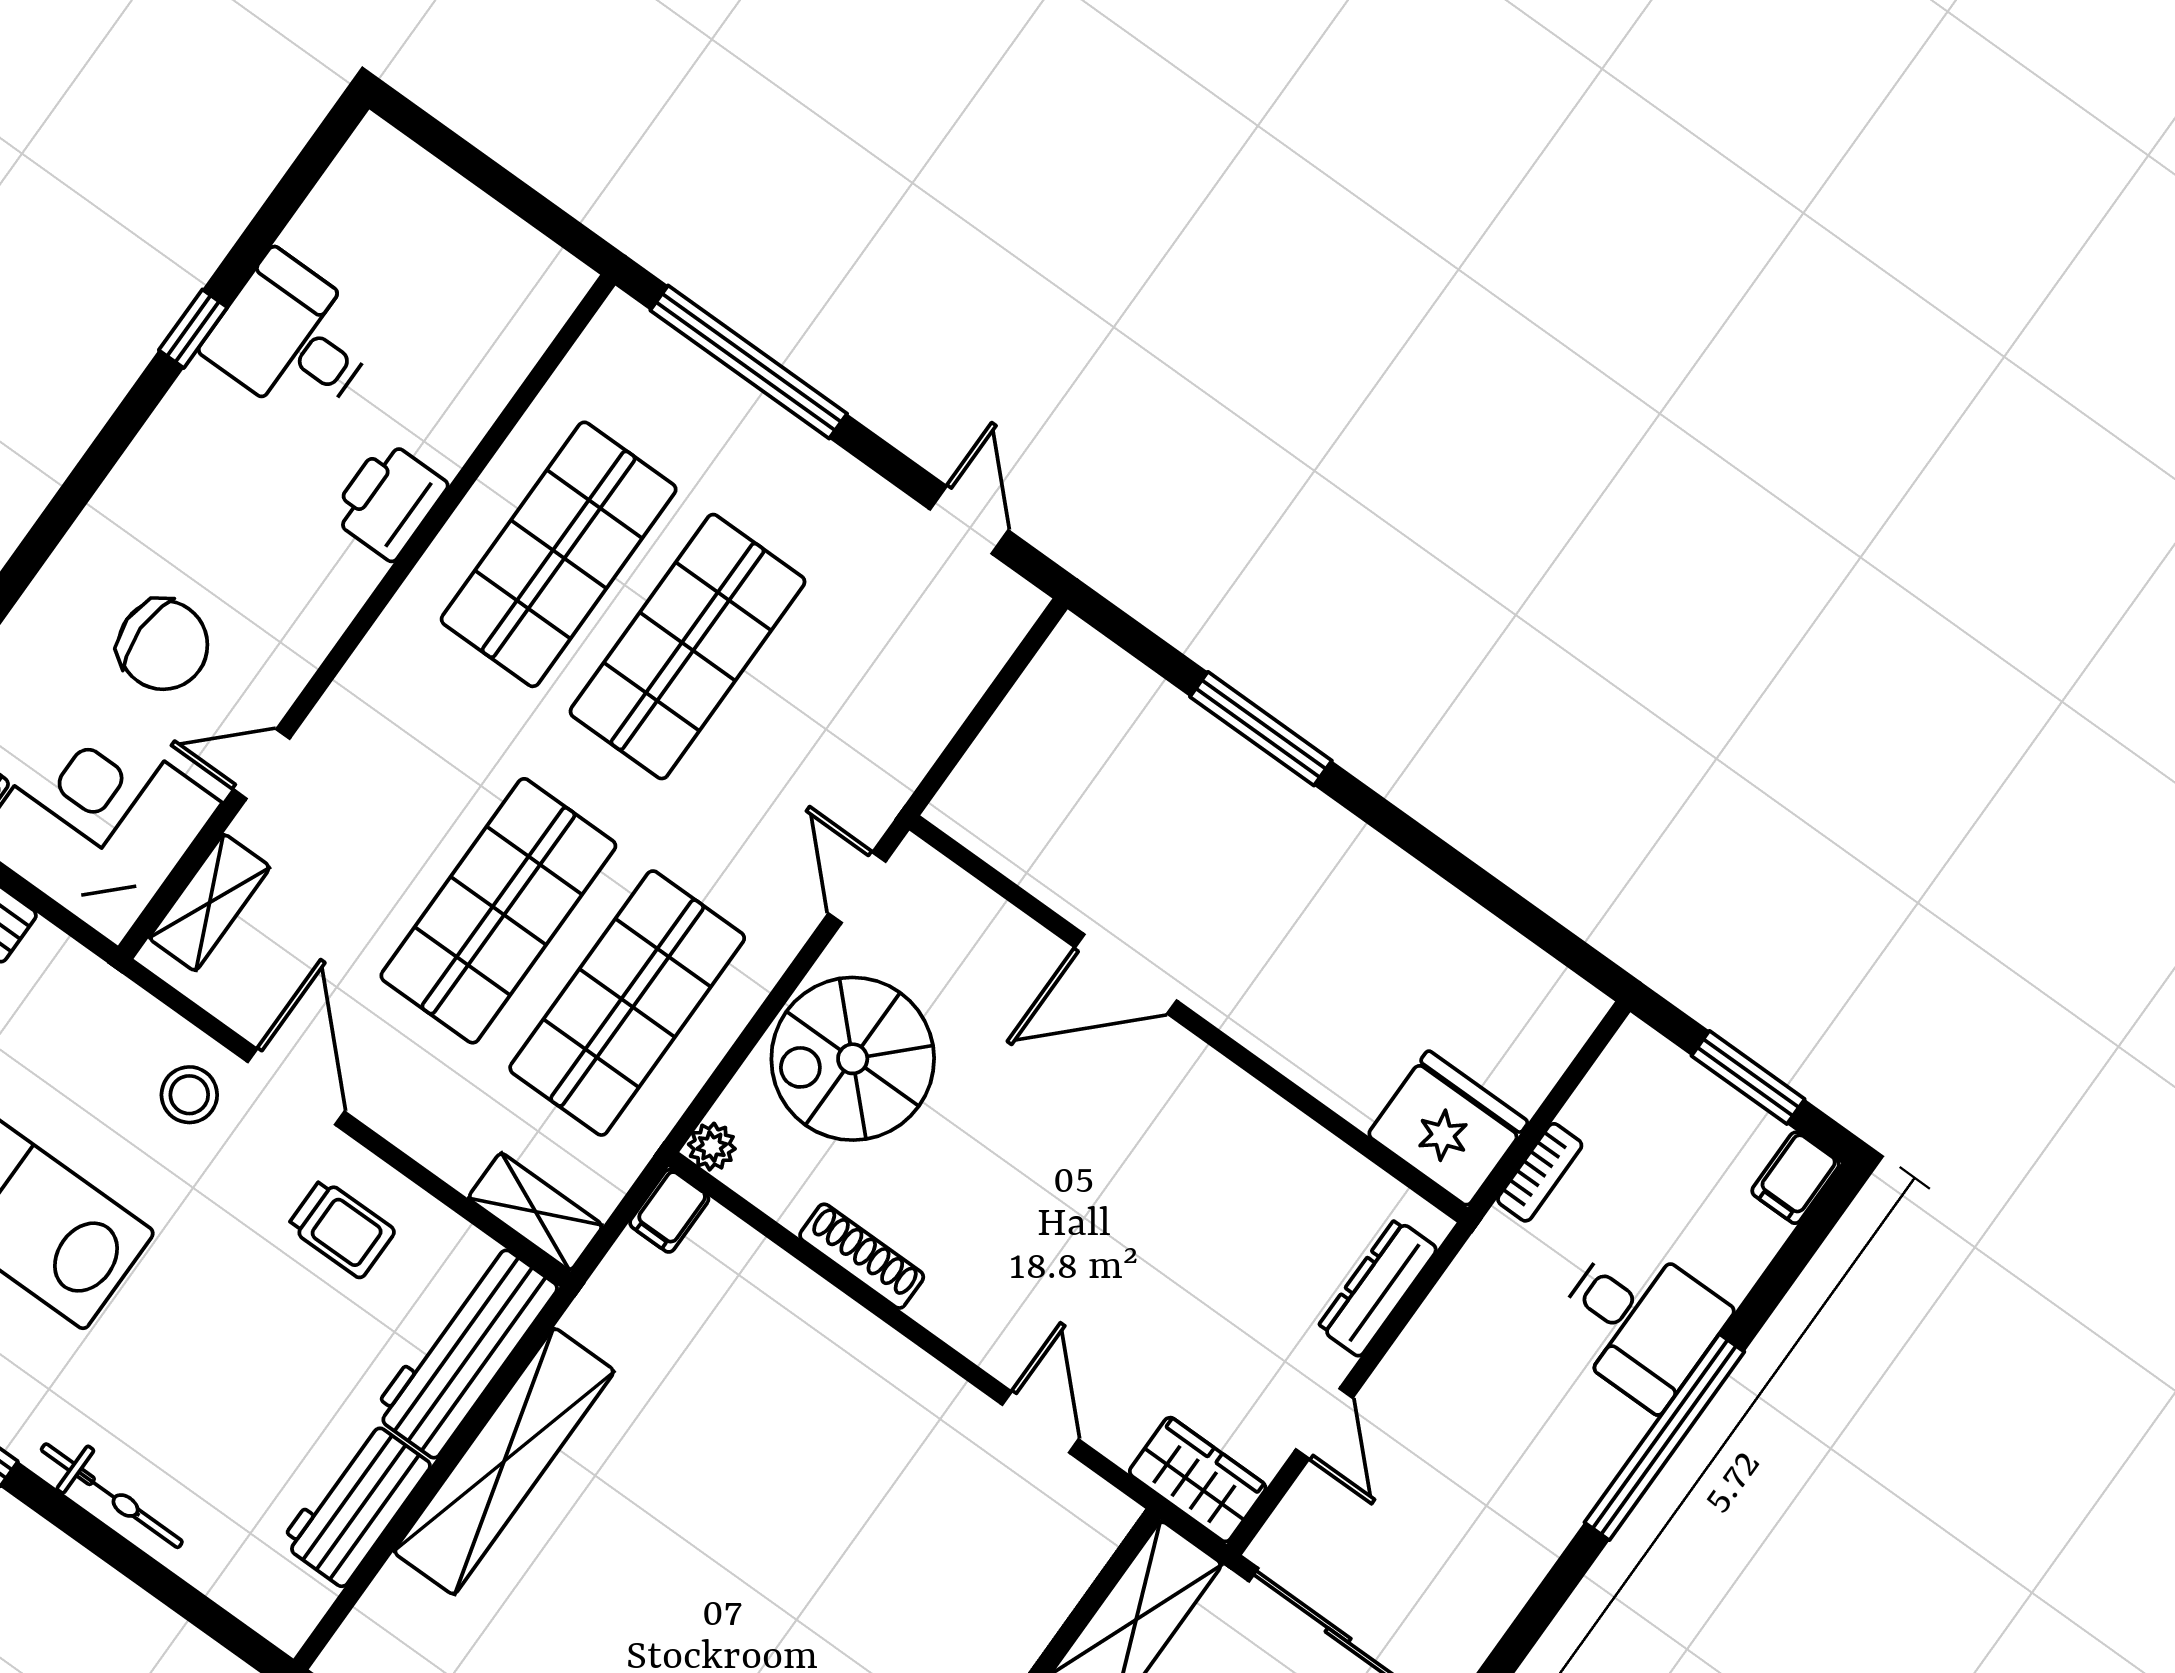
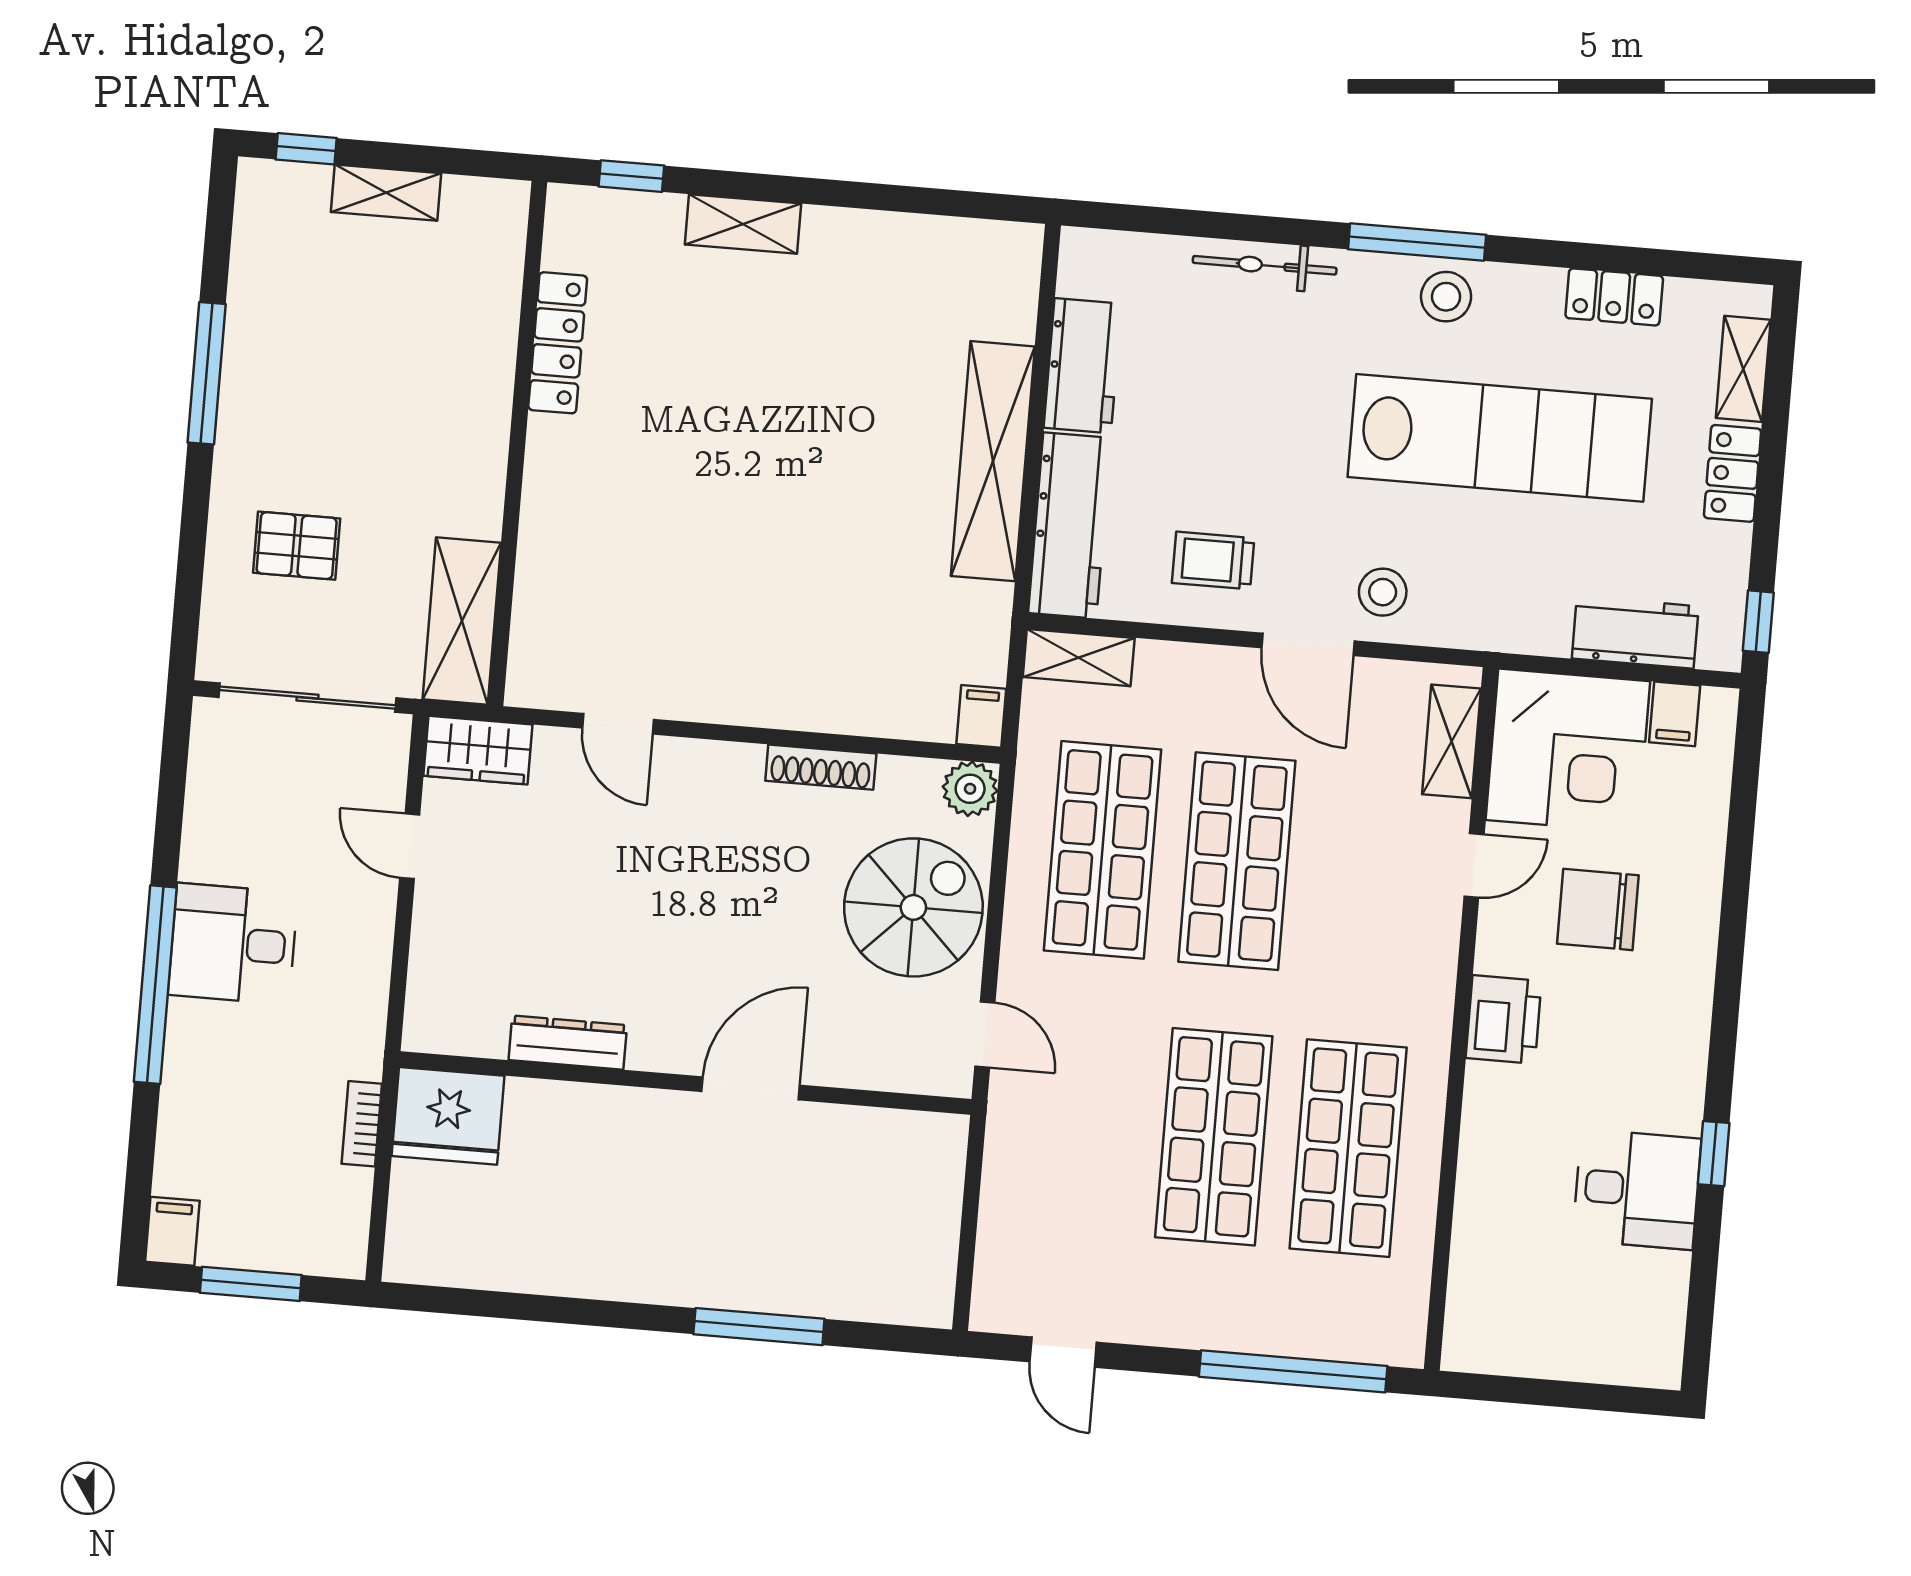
printer: (389, 501) -> (1504, 1019), moved
plant: (712, 1147) -> (970, 789), width x1.38, depth x1.38
dresser: (1378, 1288) -> (568, 1043), moved, turned -90
desk: (1640, 1322) -> (233, 944), moved

